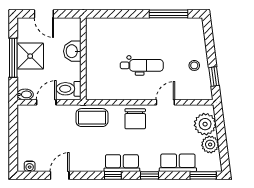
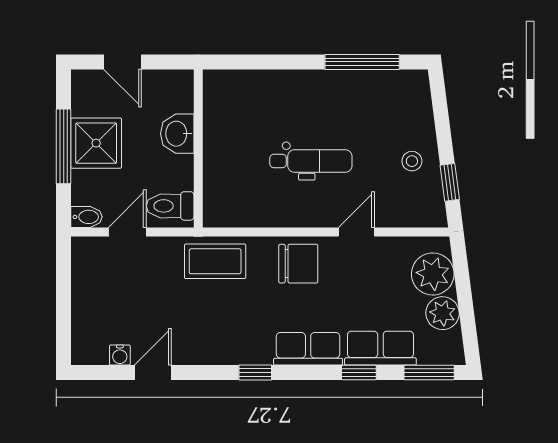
chair: (135, 119) -> (298, 264), turned -90
row of seats: (122, 163) -> (308, 349), moved
water cooler: (30, 166) -> (120, 355), moved
window: (150, 175) -> (359, 373), moved

